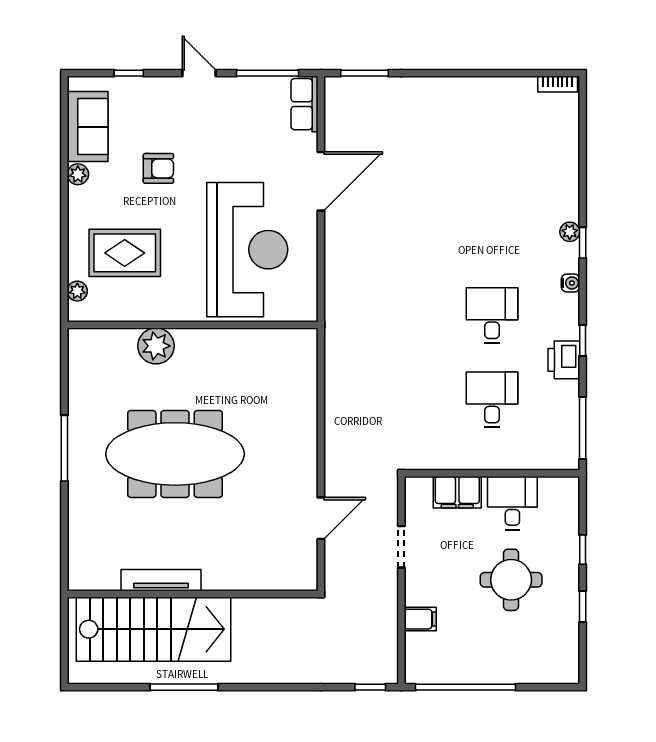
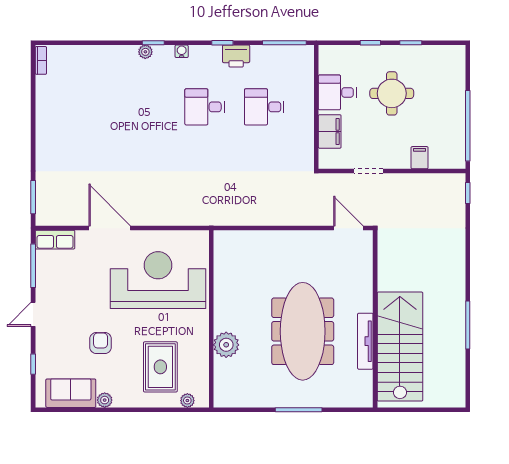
tv unit: (161, 580) -> (365, 341), moved
wall: (193, 594) -> (375, 319), moved
stairs: (153, 629) -> (400, 347), moved

